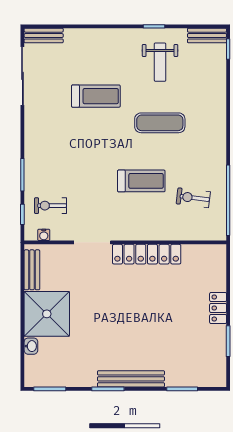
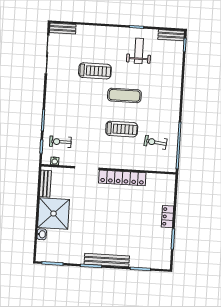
weight bench: (160, 62) -> (139, 51), turned 180
exercise mat: (160, 123) -> (124, 95), moved

